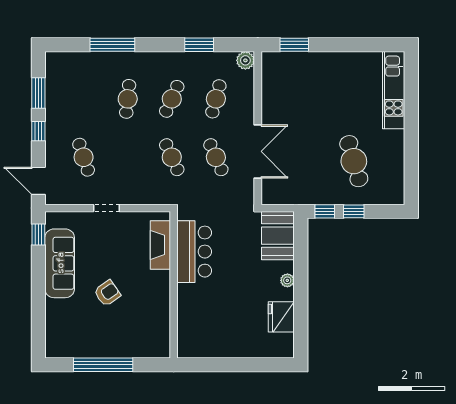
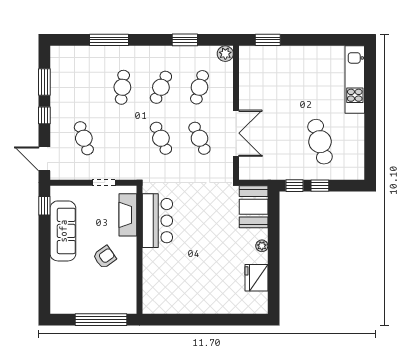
fireplace: (160, 245) -> (128, 215), moved
bar counter: (194, 252) -> (157, 221), moved
wall: (174, 285) -> (139, 250), moved

